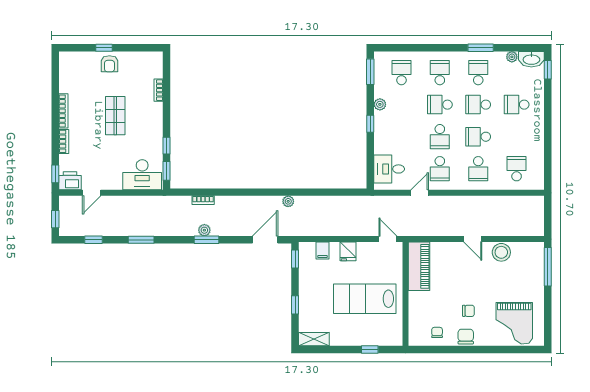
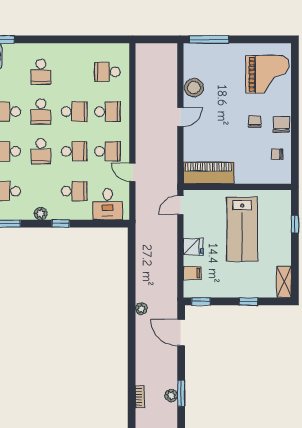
school desk: (401, 137) -> (74, 191), added
school desk: (478, 137) -> (74, 112), turned -90
chair: (466, 337) -> (281, 125), turned 90

